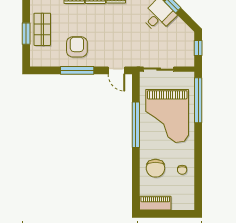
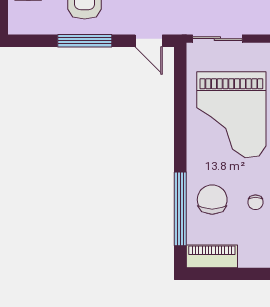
window: (136, 125) -> (180, 209), moved
chair: (155, 168) -> (212, 200), turned 180

